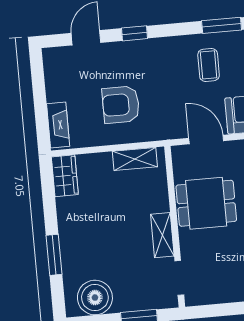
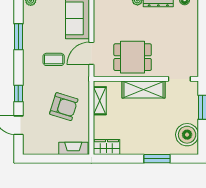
coffee table: (209, 65) -> (54, 59), moved
armchair: (121, 105) -> (64, 107), turned -73
dining table: (206, 203) -> (133, 57), turned 90
shelving: (162, 235) -> (144, 90), width x1.50, depth x1.33

